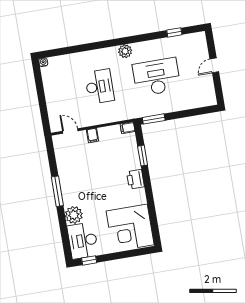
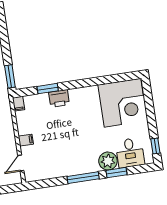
printer: (135, 179) -> (59, 98), moved
window: (63, 223) -> (116, 173), added
desk: (83, 241) -> (130, 153), width x0.73

